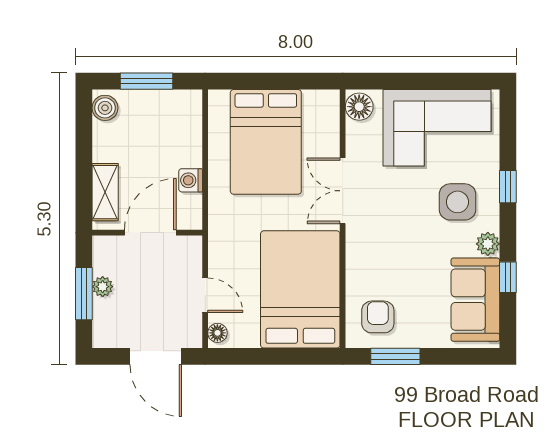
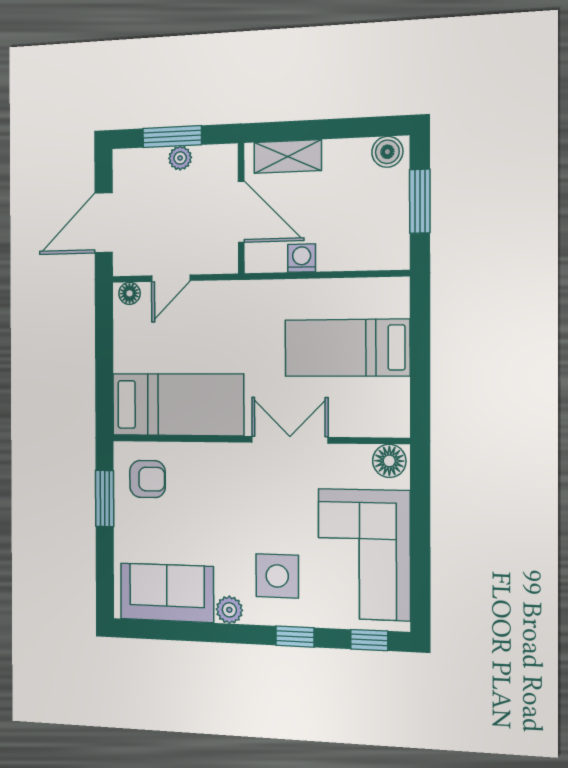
bed: (266, 142) -> (347, 348), width x0.67
window: (508, 277) -> (369, 640), moved
bed: (300, 289) -> (178, 405), width x0.67

